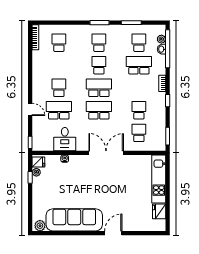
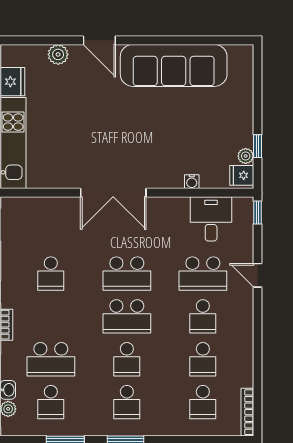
school desk: (139, 133) -> (203, 359), moved
desk: (65, 139) -> (211, 219), moved
plant: (40, 226) -> (58, 54), moved
door: (113, 233) -> (99, 40), hinge flipped

